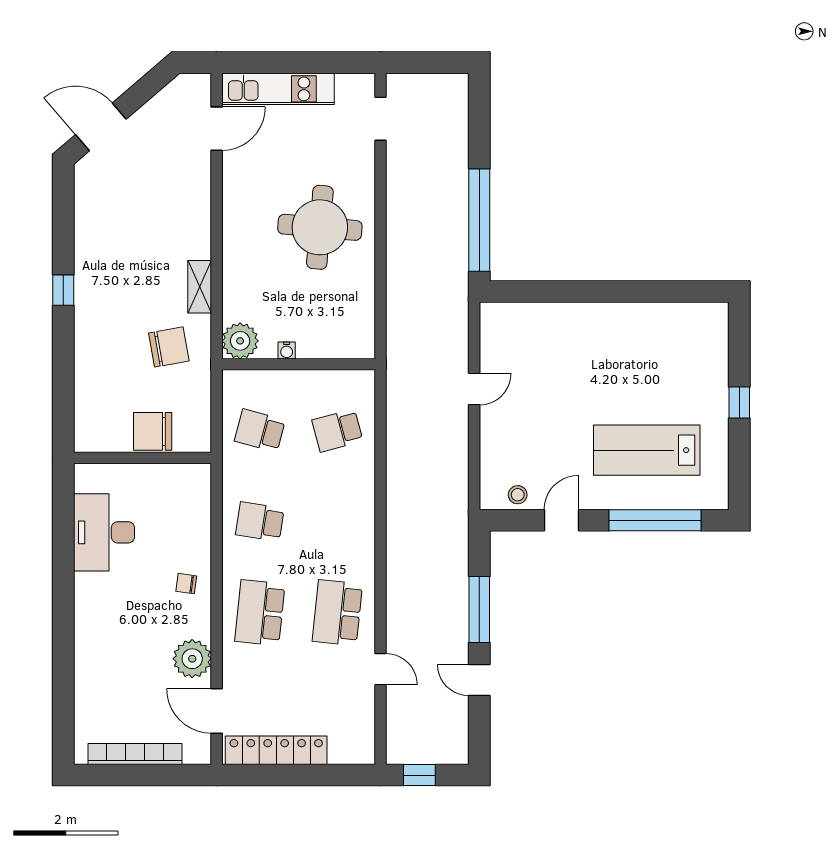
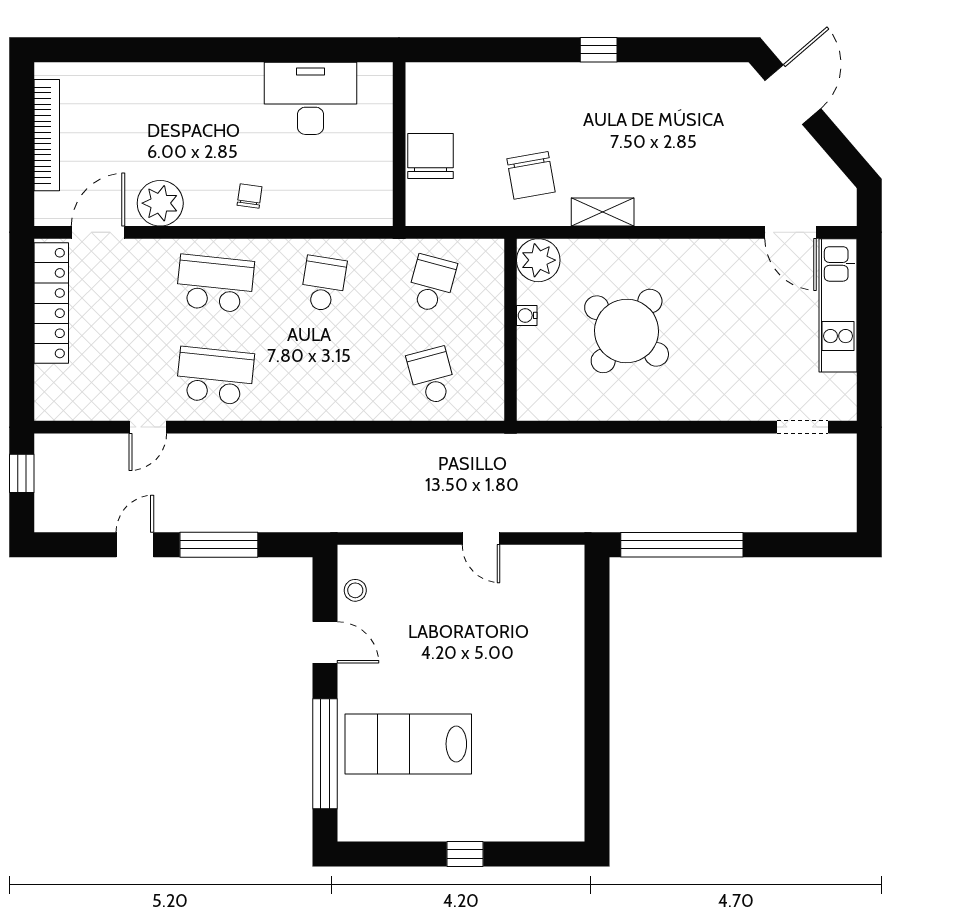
round table: (320, 227) -> (627, 331), moved, turned 33
lab bench: (647, 450) -> (408, 744), turned -90

